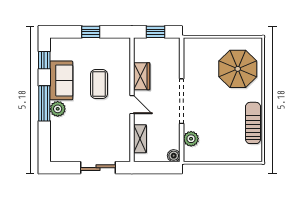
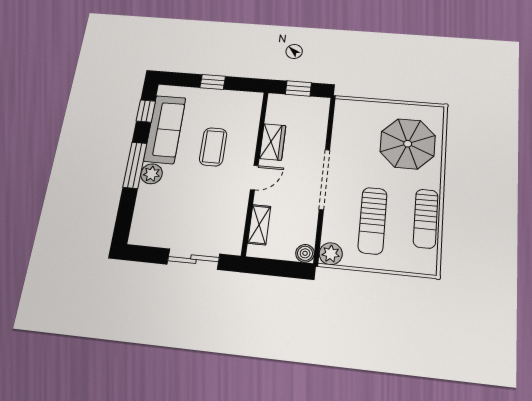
sofa: (61, 80) -> (165, 129), width x1.36
door: (132, 105) -> (254, 178), hinge flipped
sun lounger: (253, 123) -> (426, 218), turned 180
sun lounger: (217, 128) -> (373, 221), added
plant: (191, 139) -> (331, 254), moved

